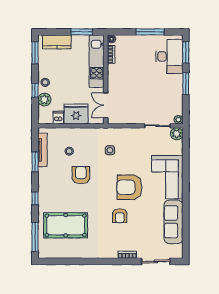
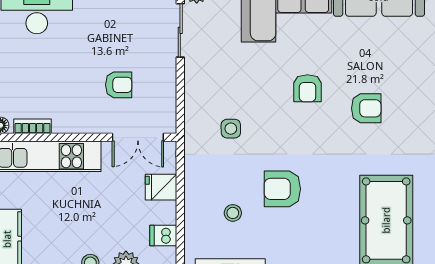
armchair: (131, 96) -> (119, 85), added
fridge: (76, 114) -> (161, 187), width x0.53, depth x0.75
armchair: (129, 187) -> (308, 88), width x0.53, depth x0.53

